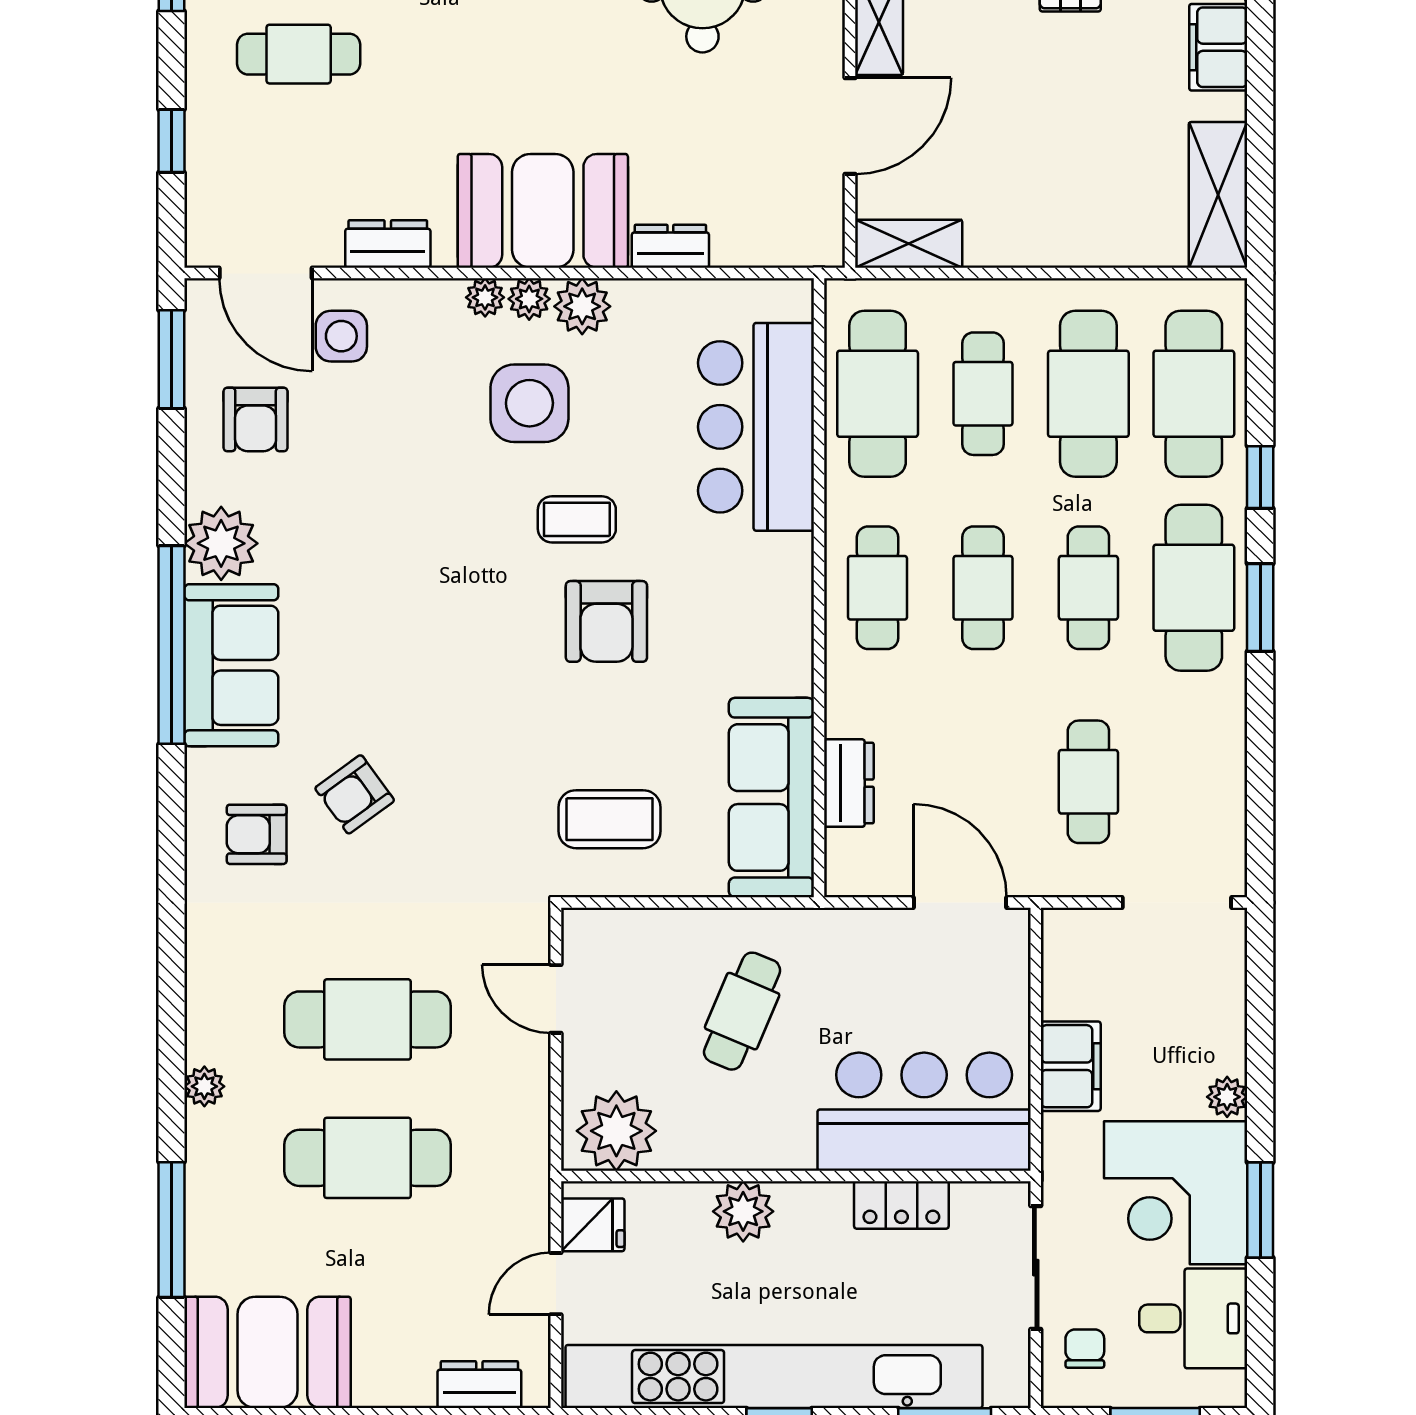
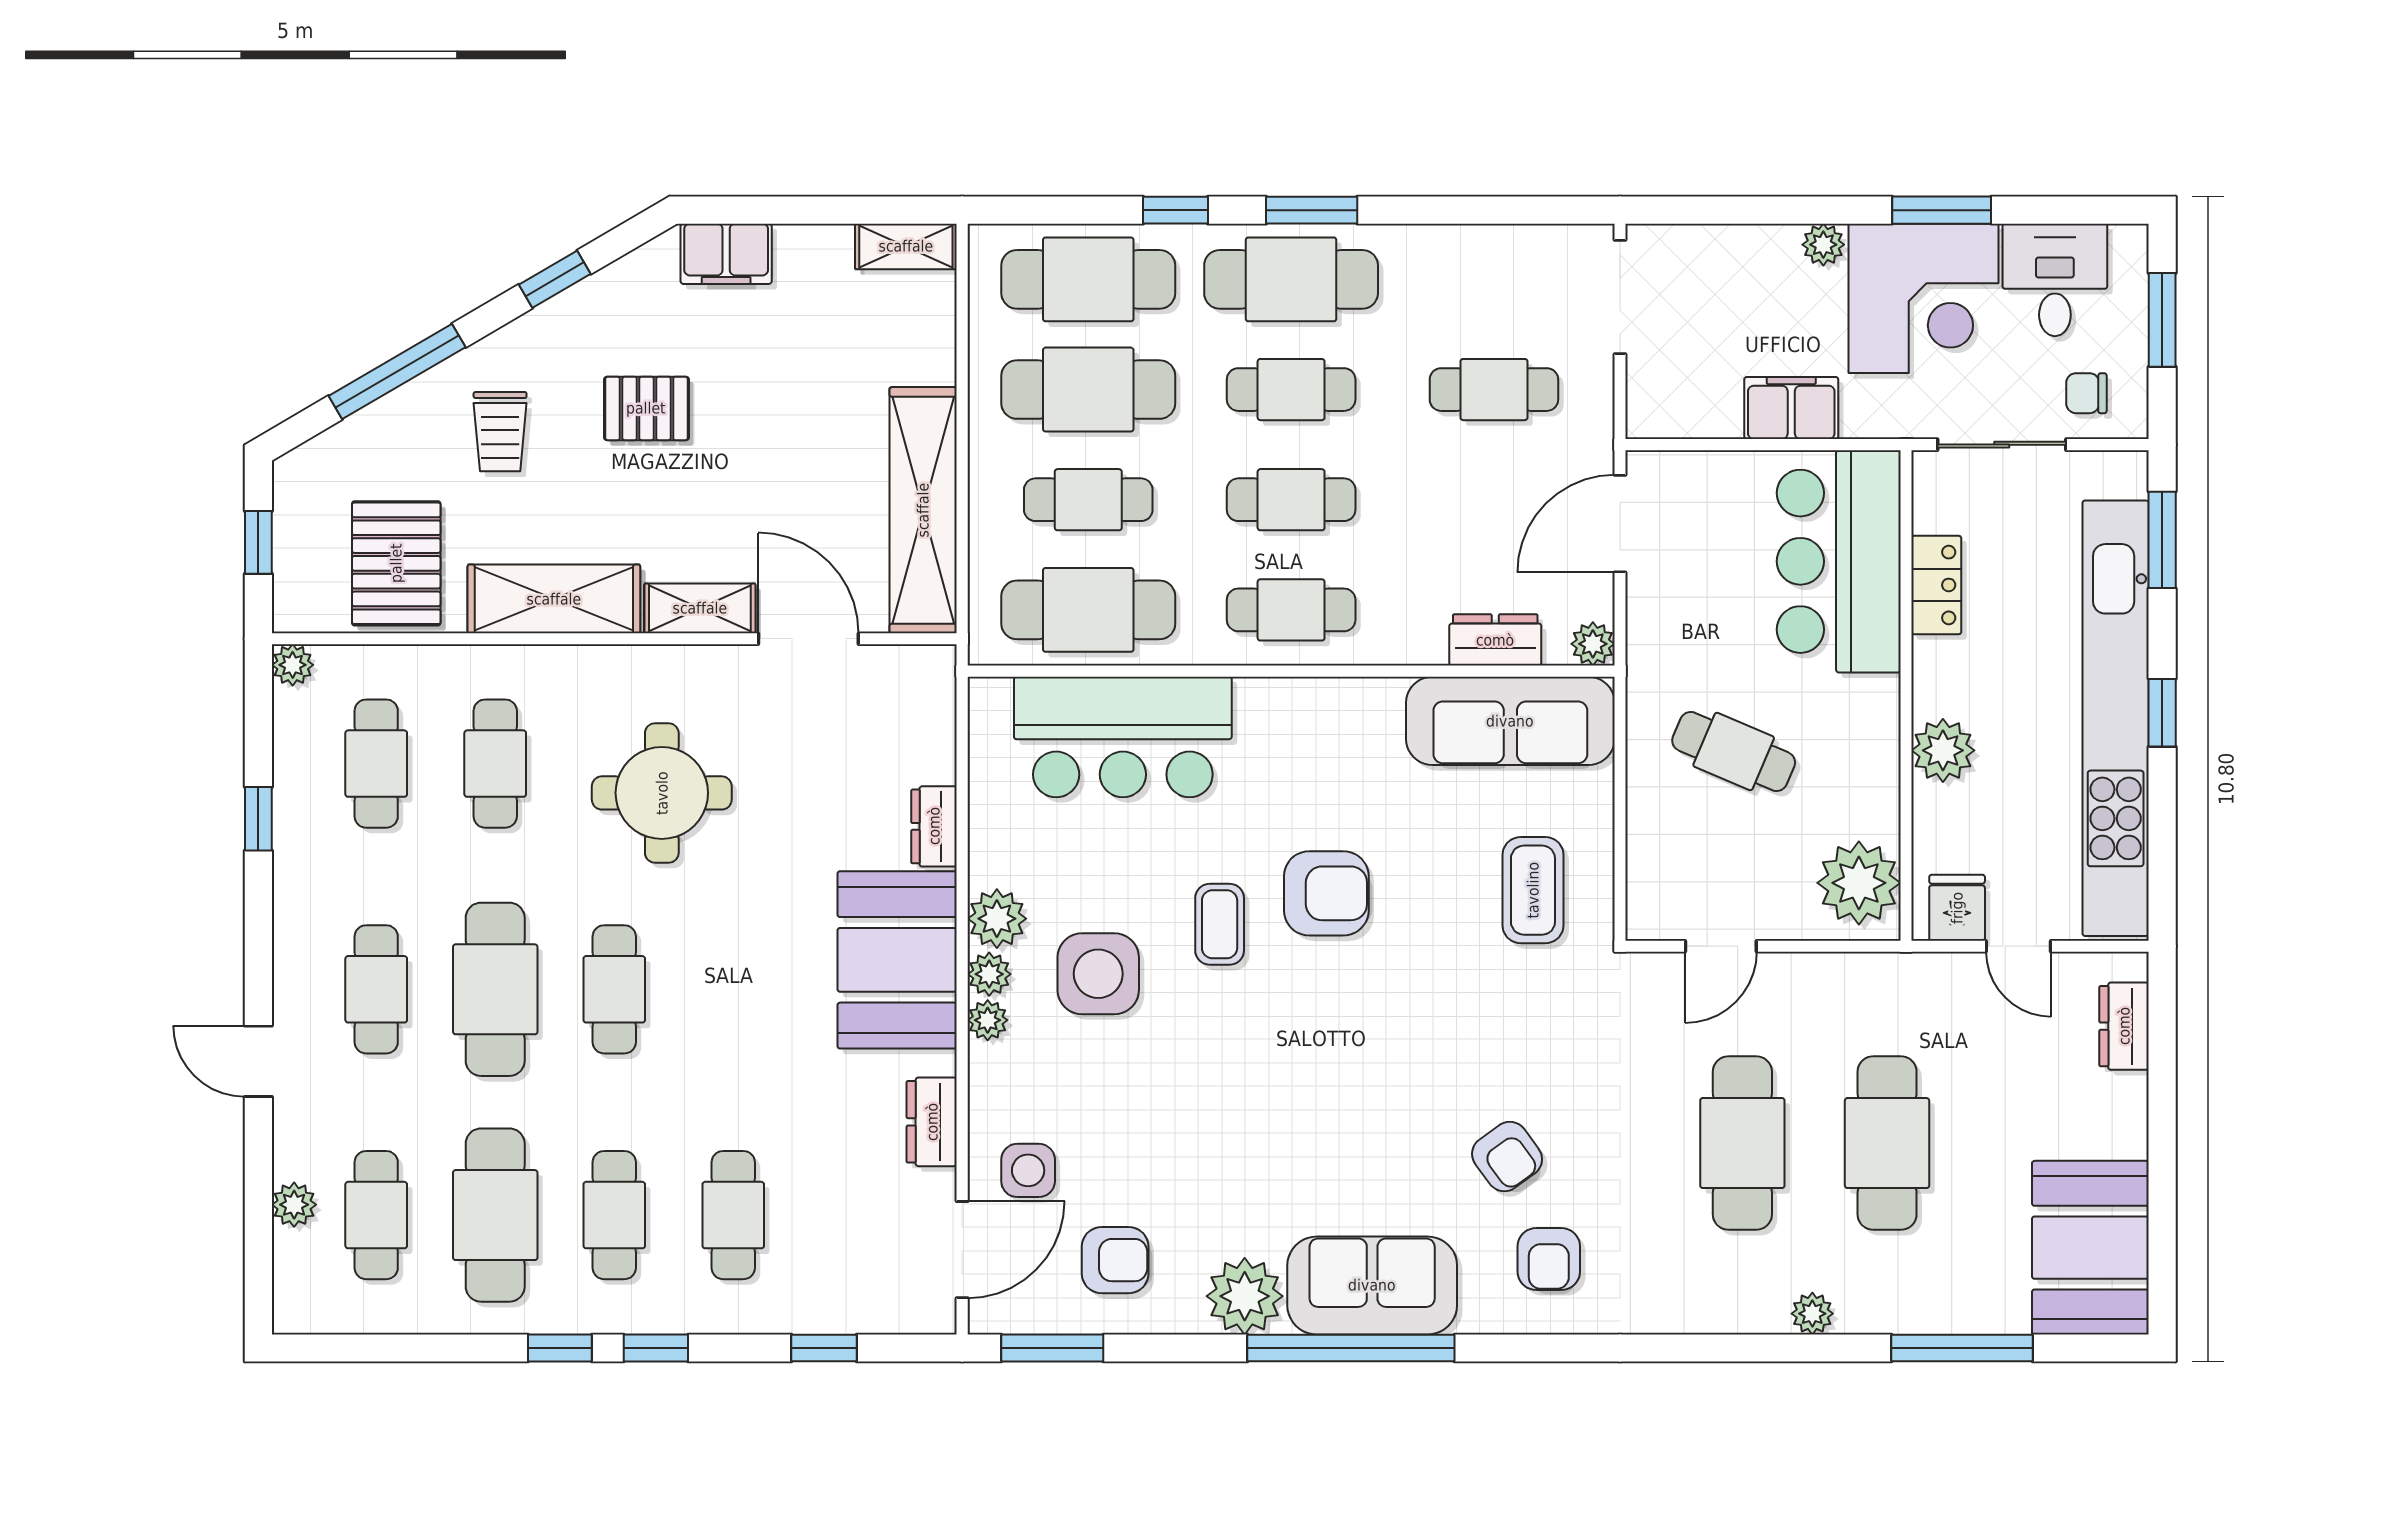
shelving: (1218, 195) -> (906, 246), width x0.67, depth x0.75
shelving: (909, 244) -> (923, 510), width x2.20, depth x1.33
plant: (845, 876) -> (1593, 644), added

